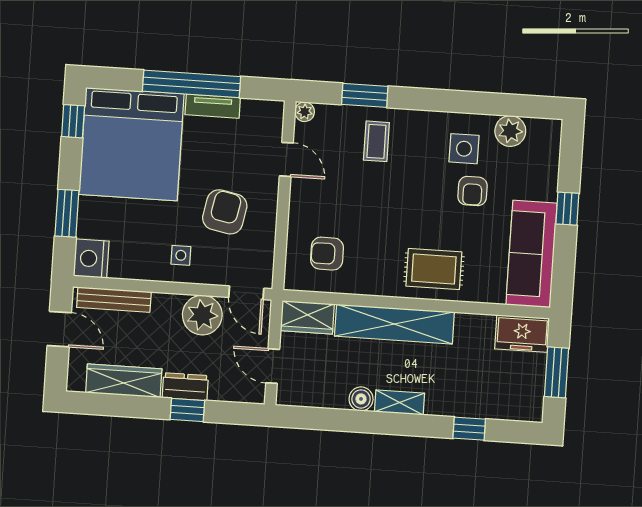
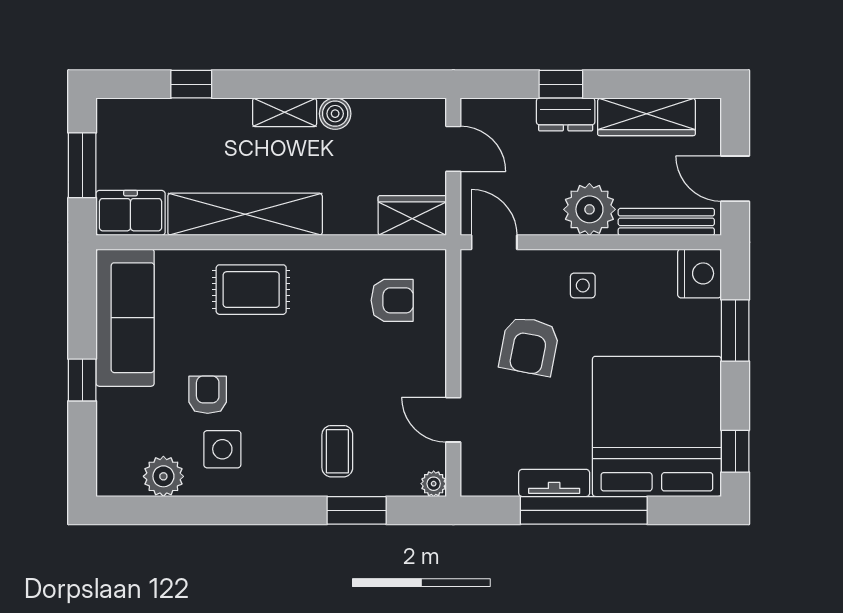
plant: (202, 315) -> (589, 209), moved
shelving: (394, 324) -> (245, 214), moved

